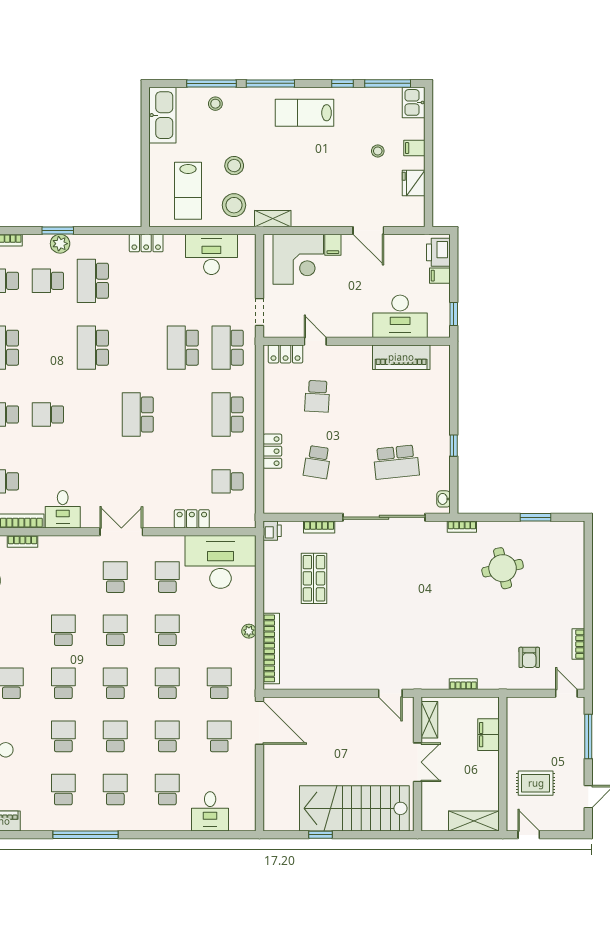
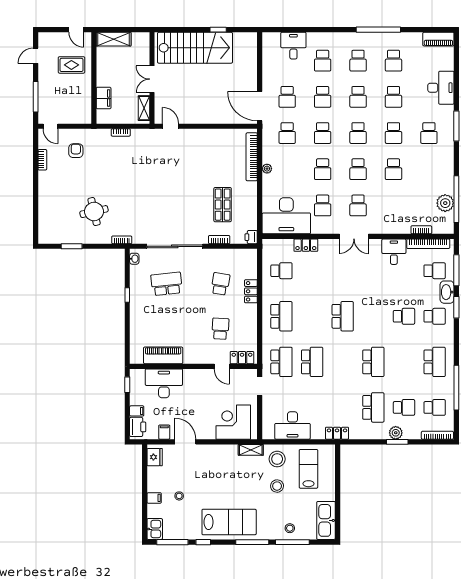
lab bench: (304, 113) -> (229, 522), width x1.36, depth x1.39
fridge: (414, 183) -> (155, 457), moved
filing cabinet: (333, 245) -> (164, 432), moved

